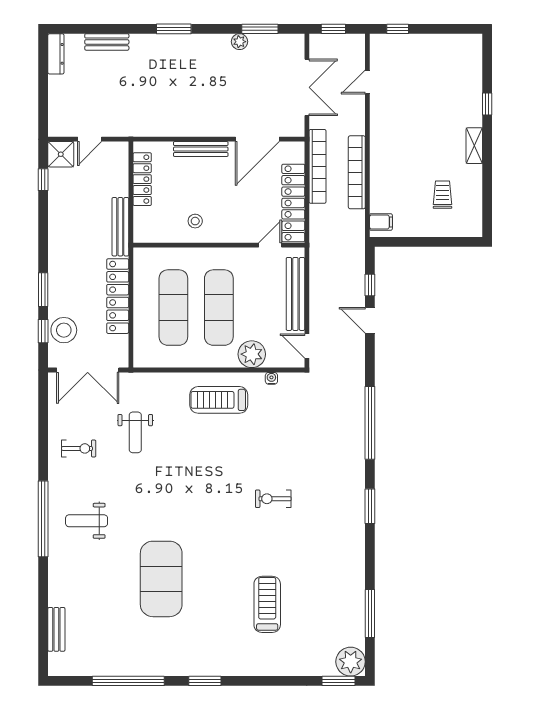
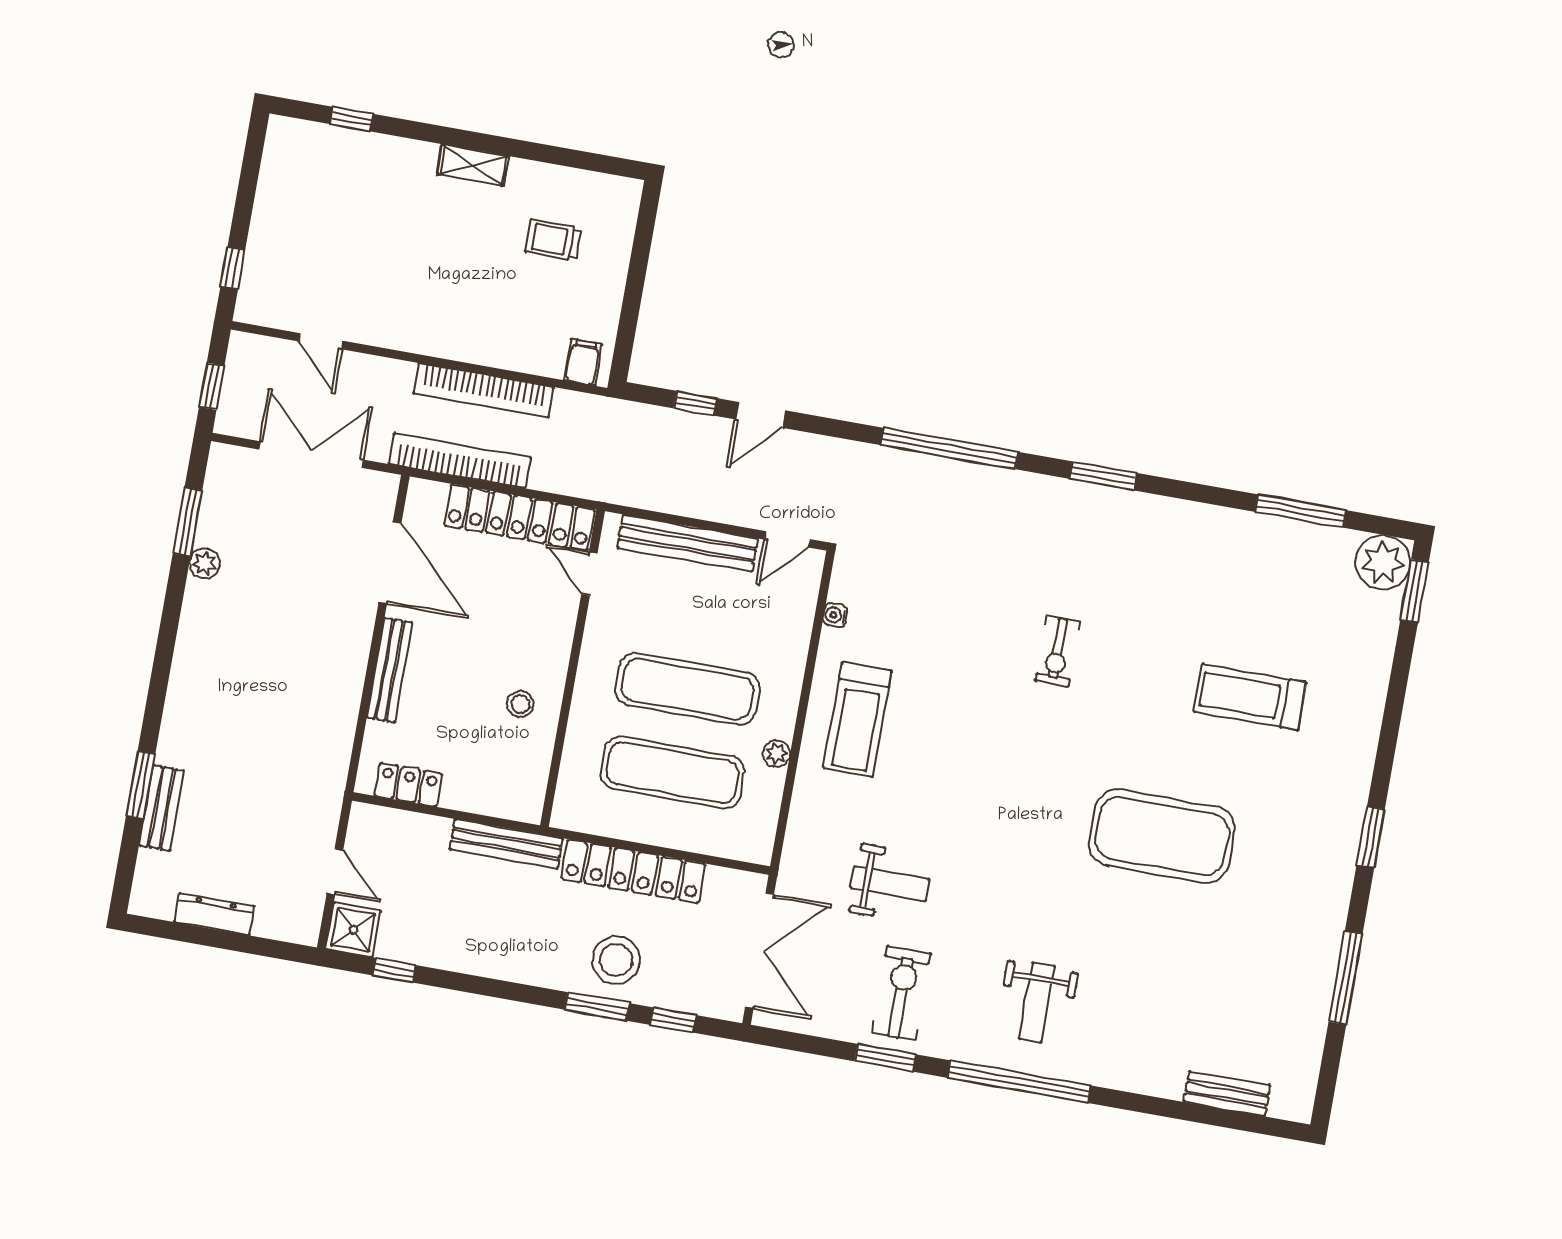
window: (174, 29) -> (141, 785), moved
dresser: (56, 54) -> (214, 914), moved
window: (487, 104) -> (352, 119), moved
locker: (142, 179) -> (408, 785), width x0.66
stool: (64, 330) -> (616, 960), moved
plant: (252, 354) -> (777, 754), moved, width x0.53, depth x0.53
window: (43, 446) -> (885, 1058), added
exercise bike: (79, 448) -> (901, 993), width x1.38, depth x1.39
exercise mat: (161, 579) -> (1162, 836), moved
window: (128, 681) -> (1346, 978), width x0.68

